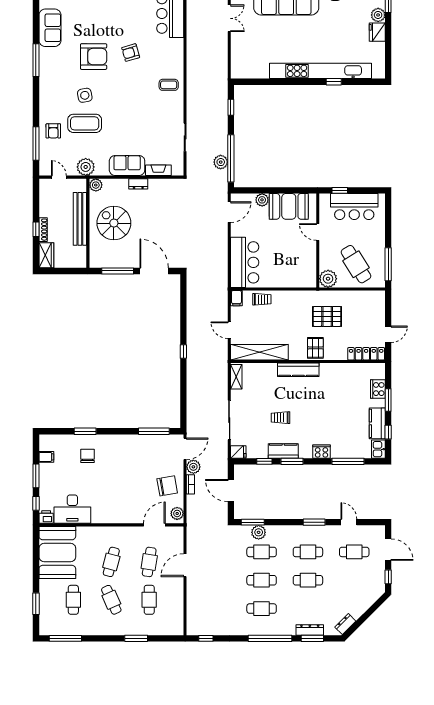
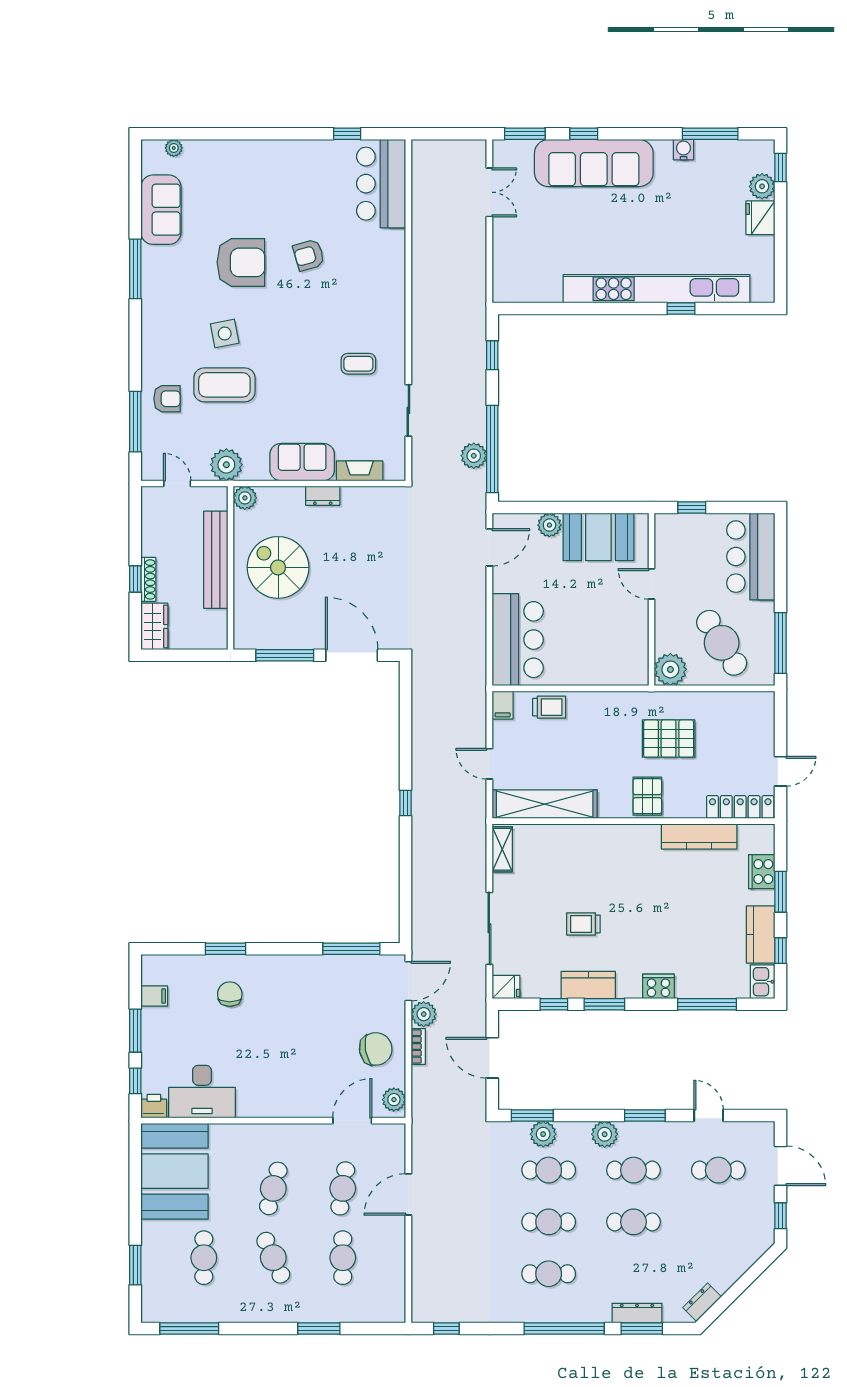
coffee table: (169, 85) -> (358, 364), moved
armchair: (53, 131) -> (167, 399), turned -90
bar counter: (354, 207) -> (751, 557), moved, turned 90
kitchen counter: (298, 370) -> (699, 836), moved
plant: (292, 532) -> (605, 1134), added

